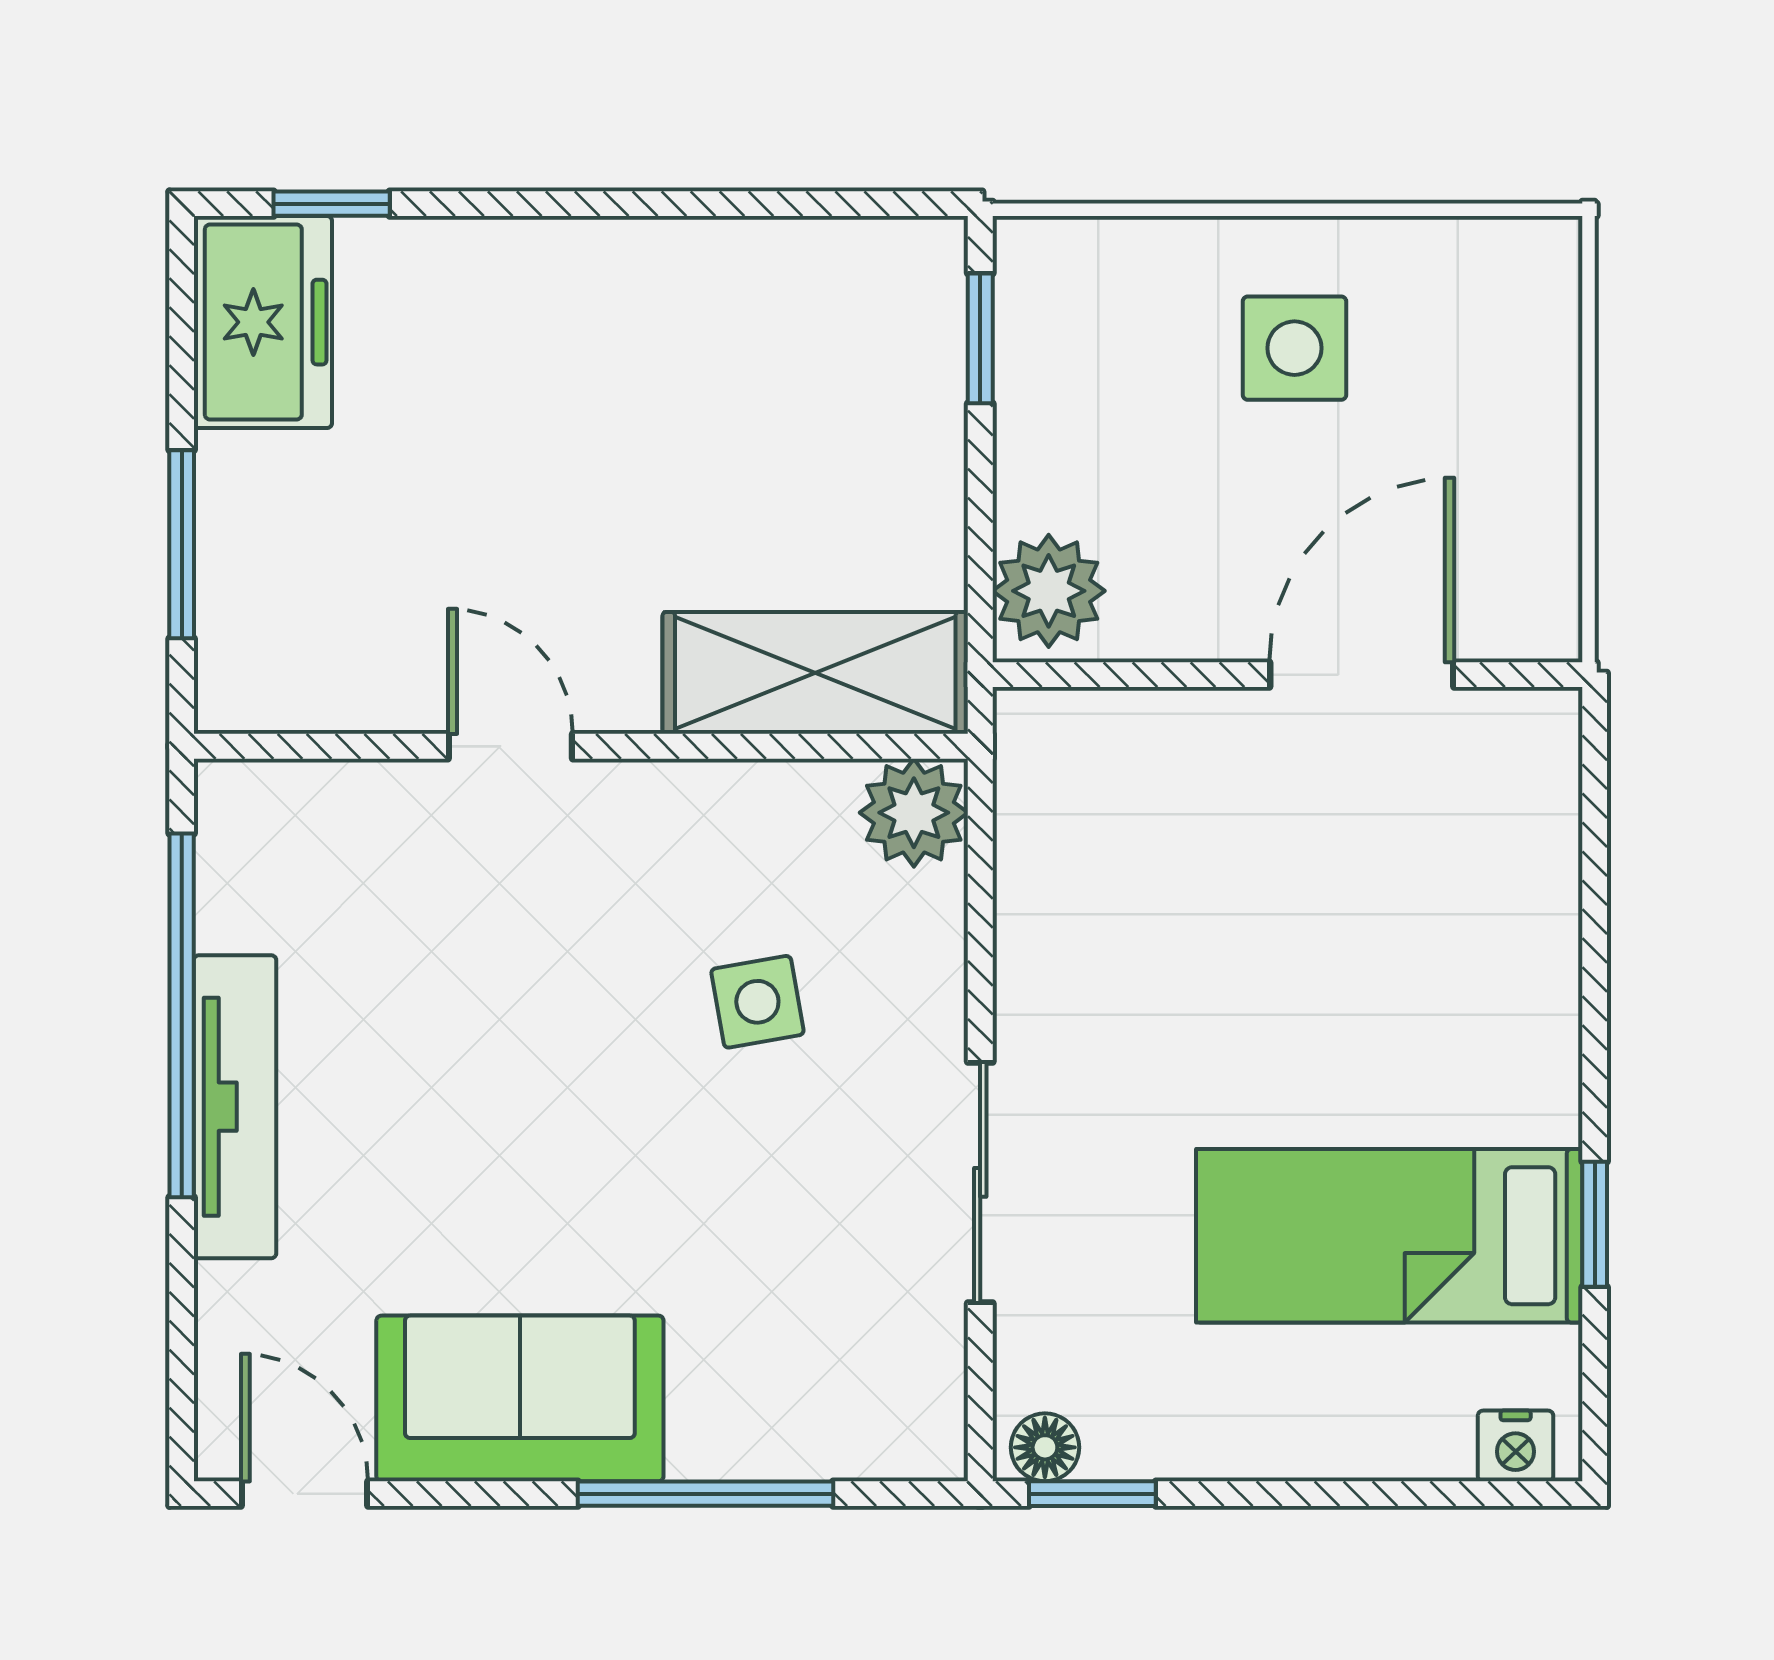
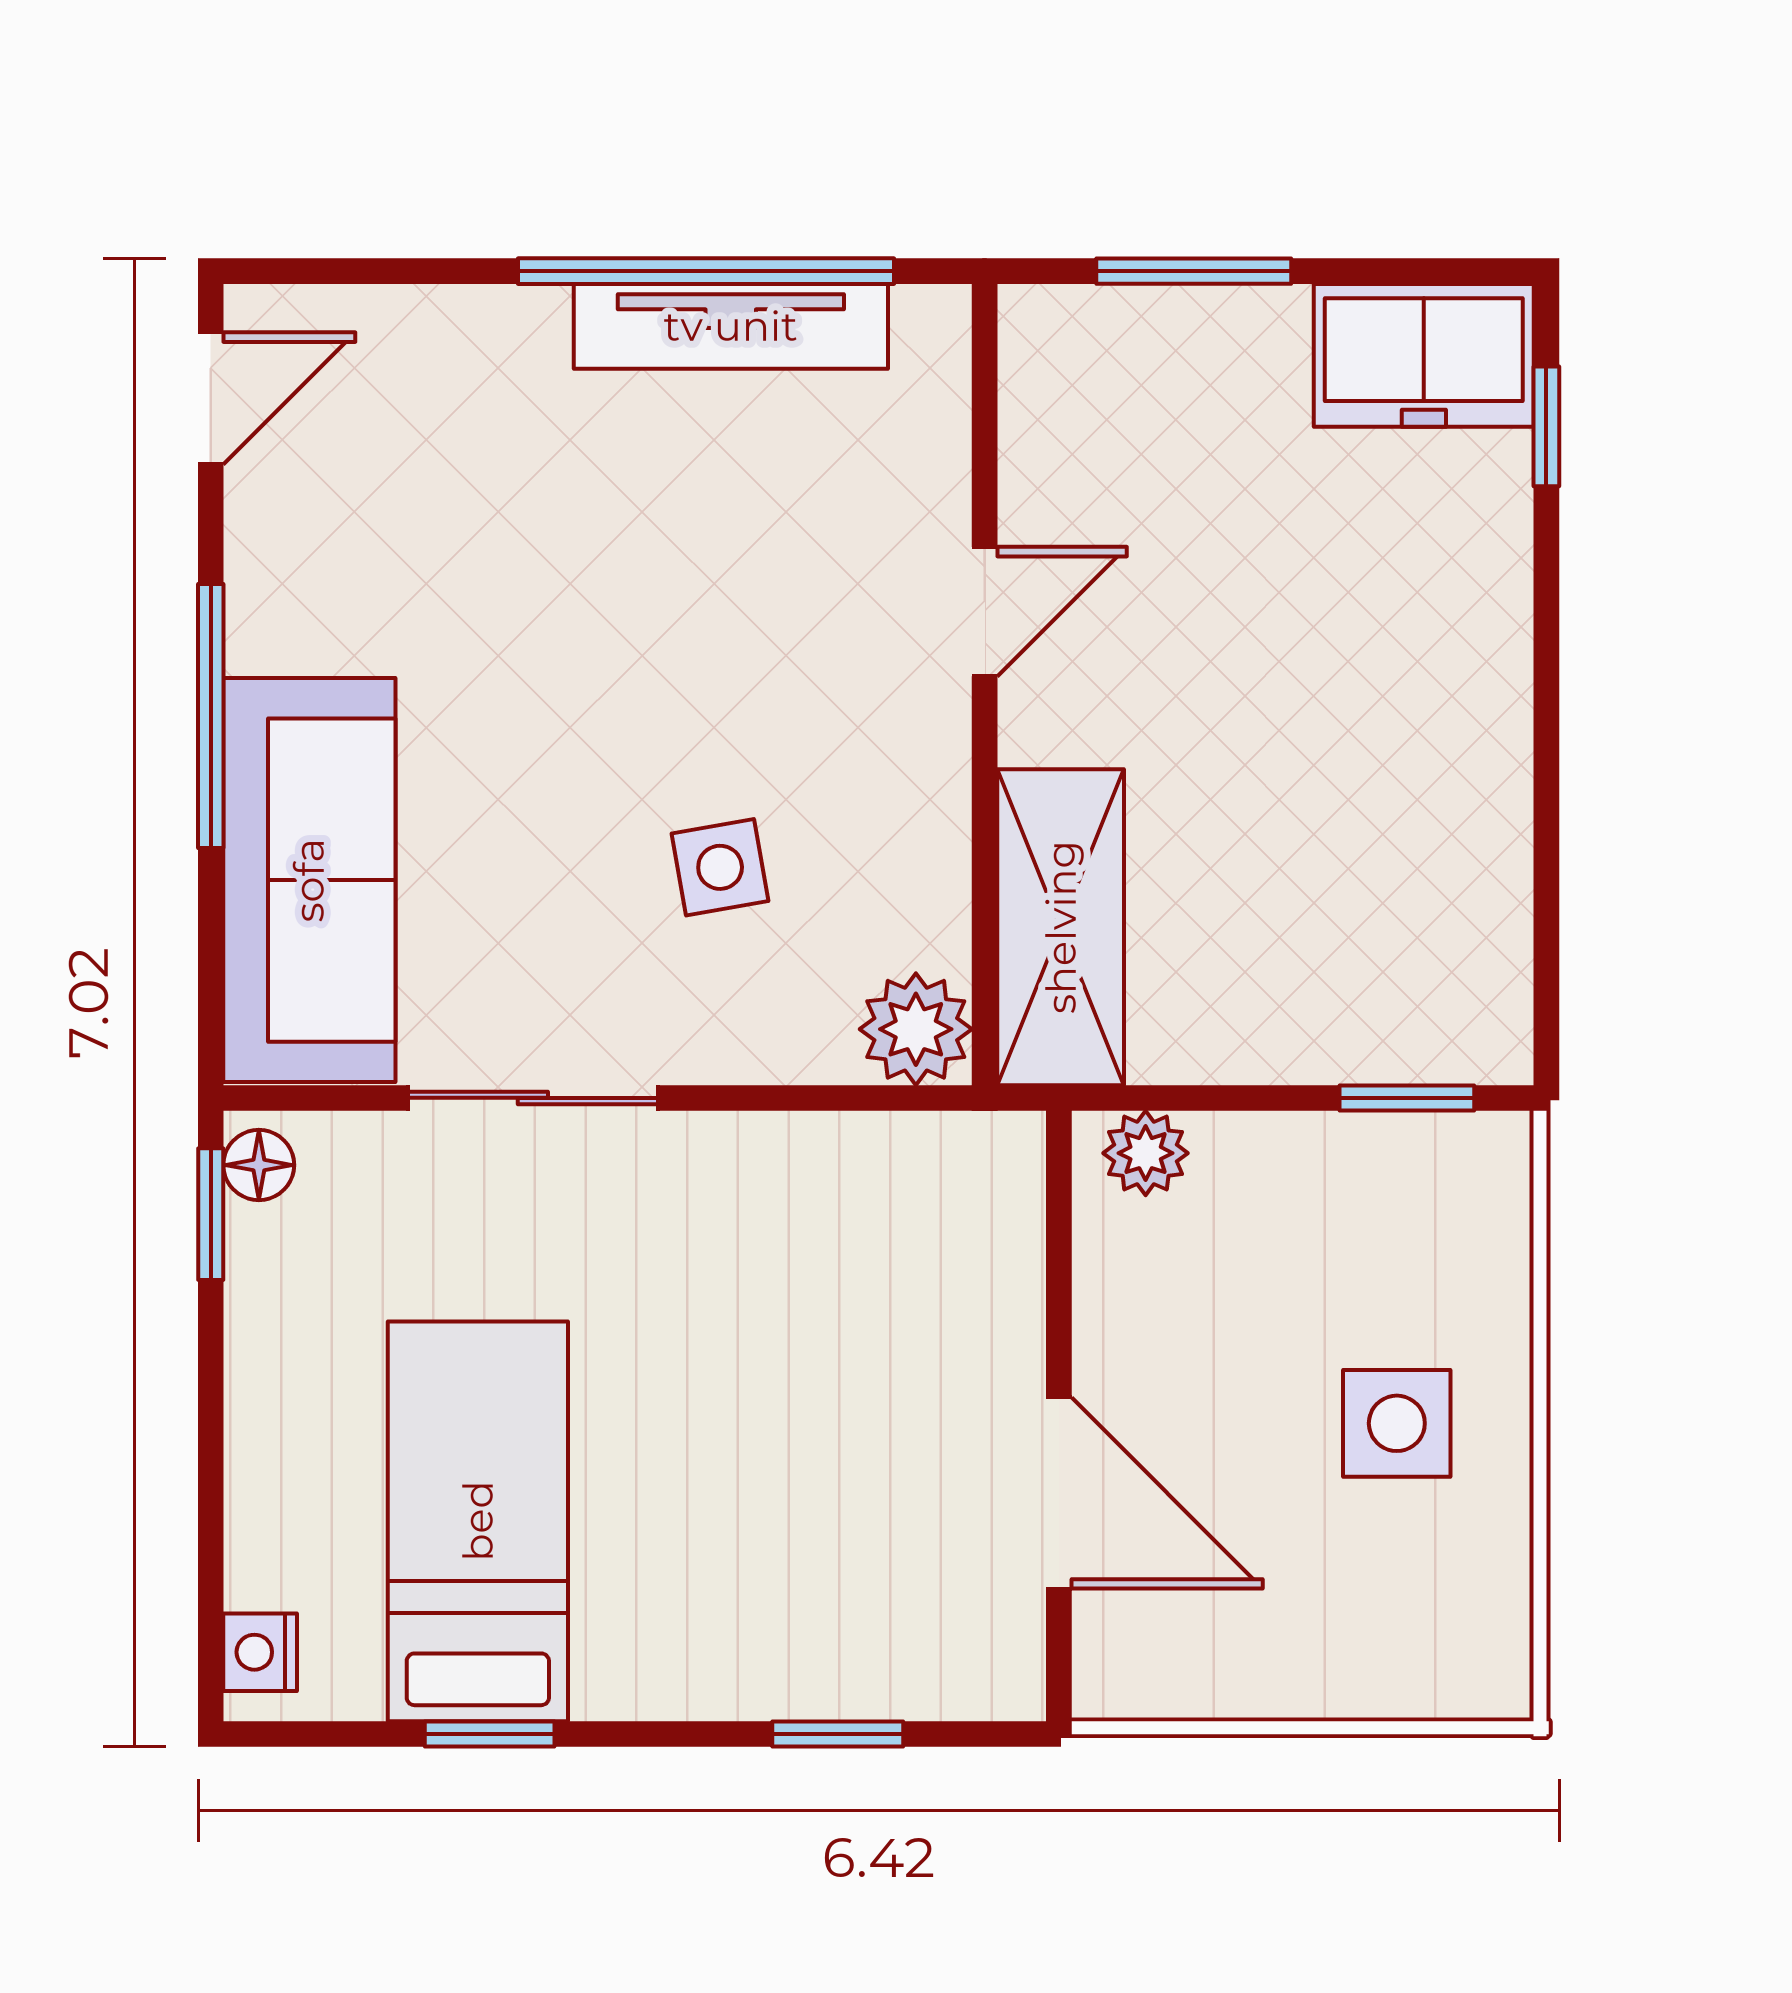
plant: (1049, 591) -> (1146, 1153), width x0.73, depth x0.73
window: (1595, 888) -> (838, 1734), added
tv unit: (235, 1107) -> (731, 326), moved
sofa: (520, 1398) -> (309, 880), moved, width x1.36
window: (706, 1494) -> (211, 716), moved

